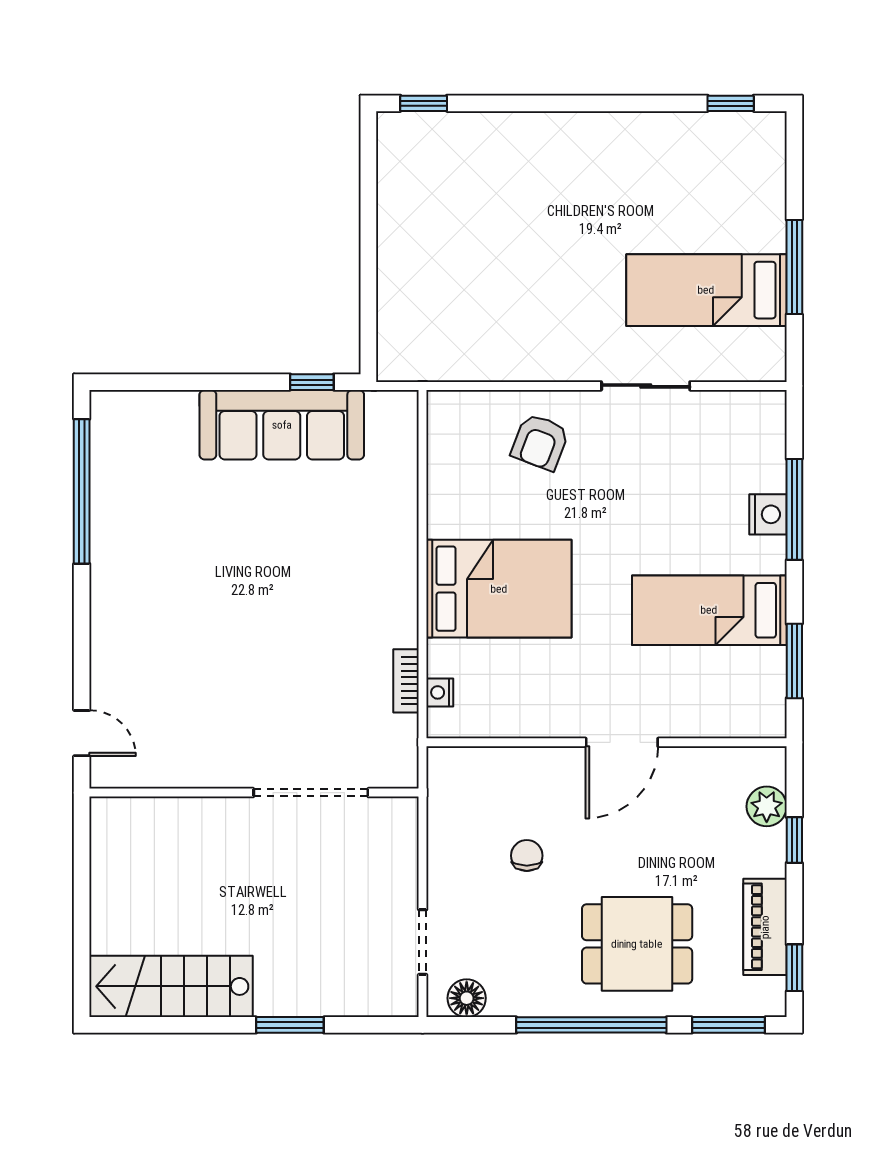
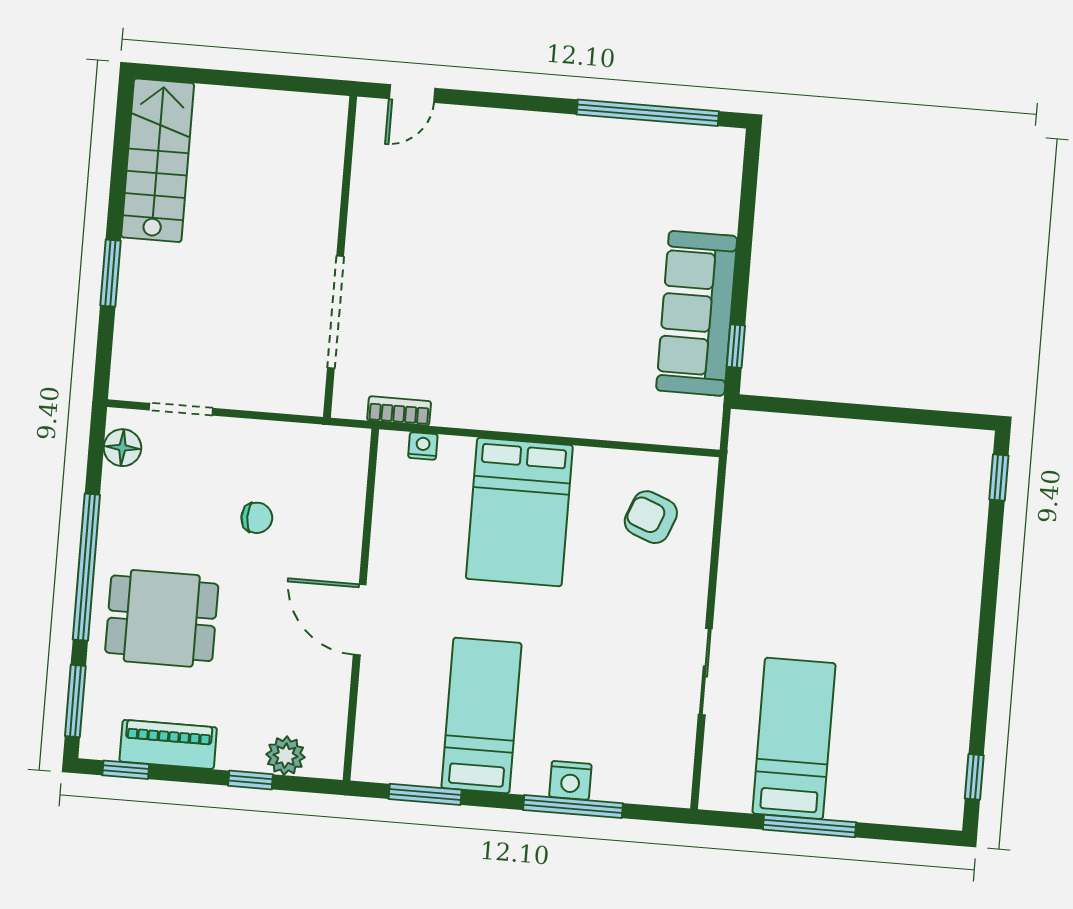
armchair: (540, 442) -> (651, 517), moved
bookcase: (406, 681) -> (399, 411), moved
dining table: (637, 944) -> (162, 618), turned 90

